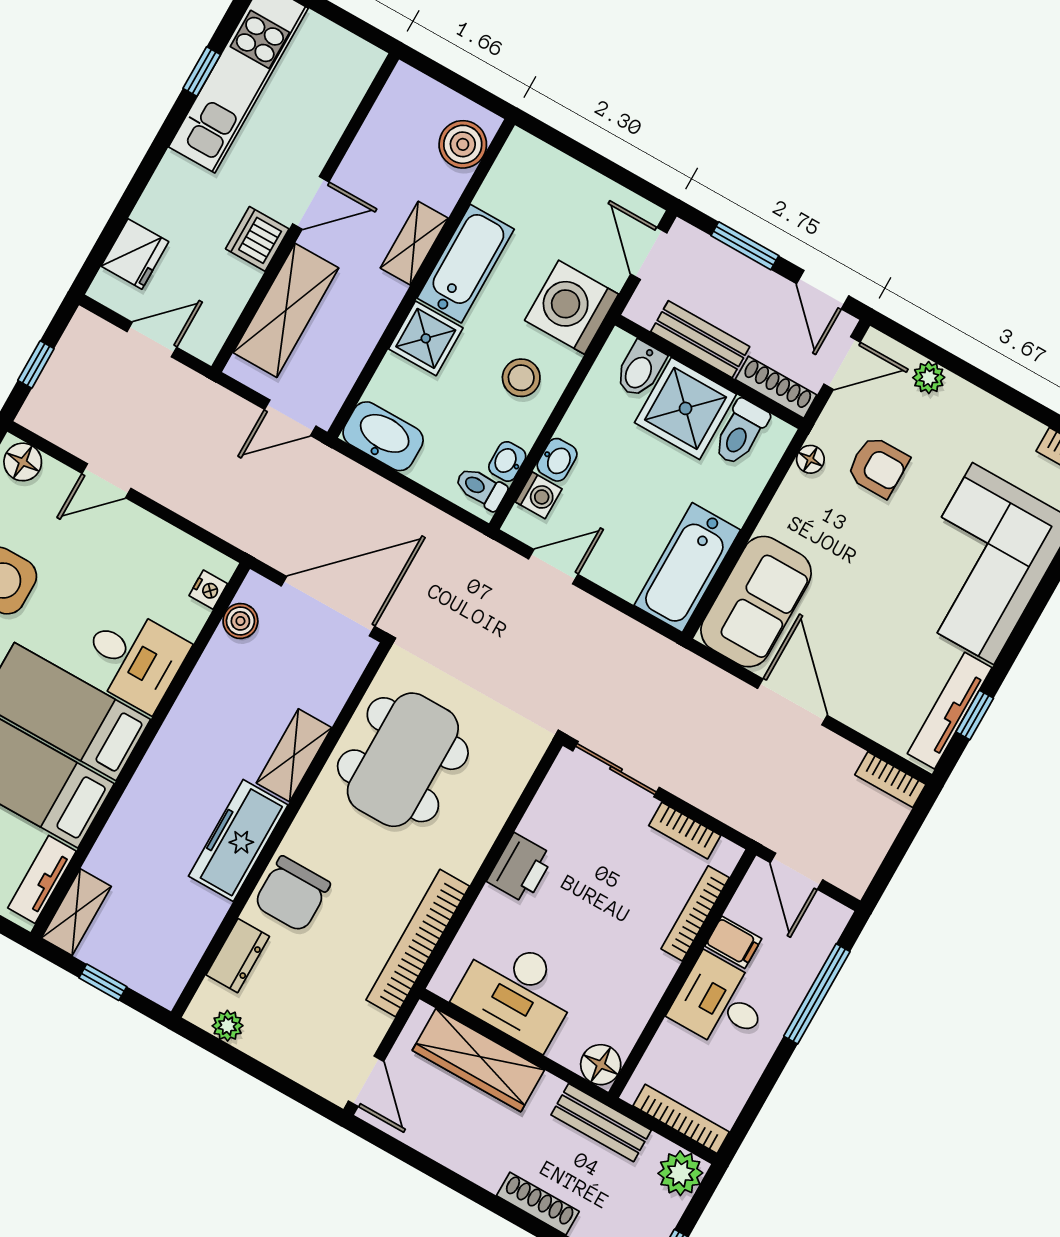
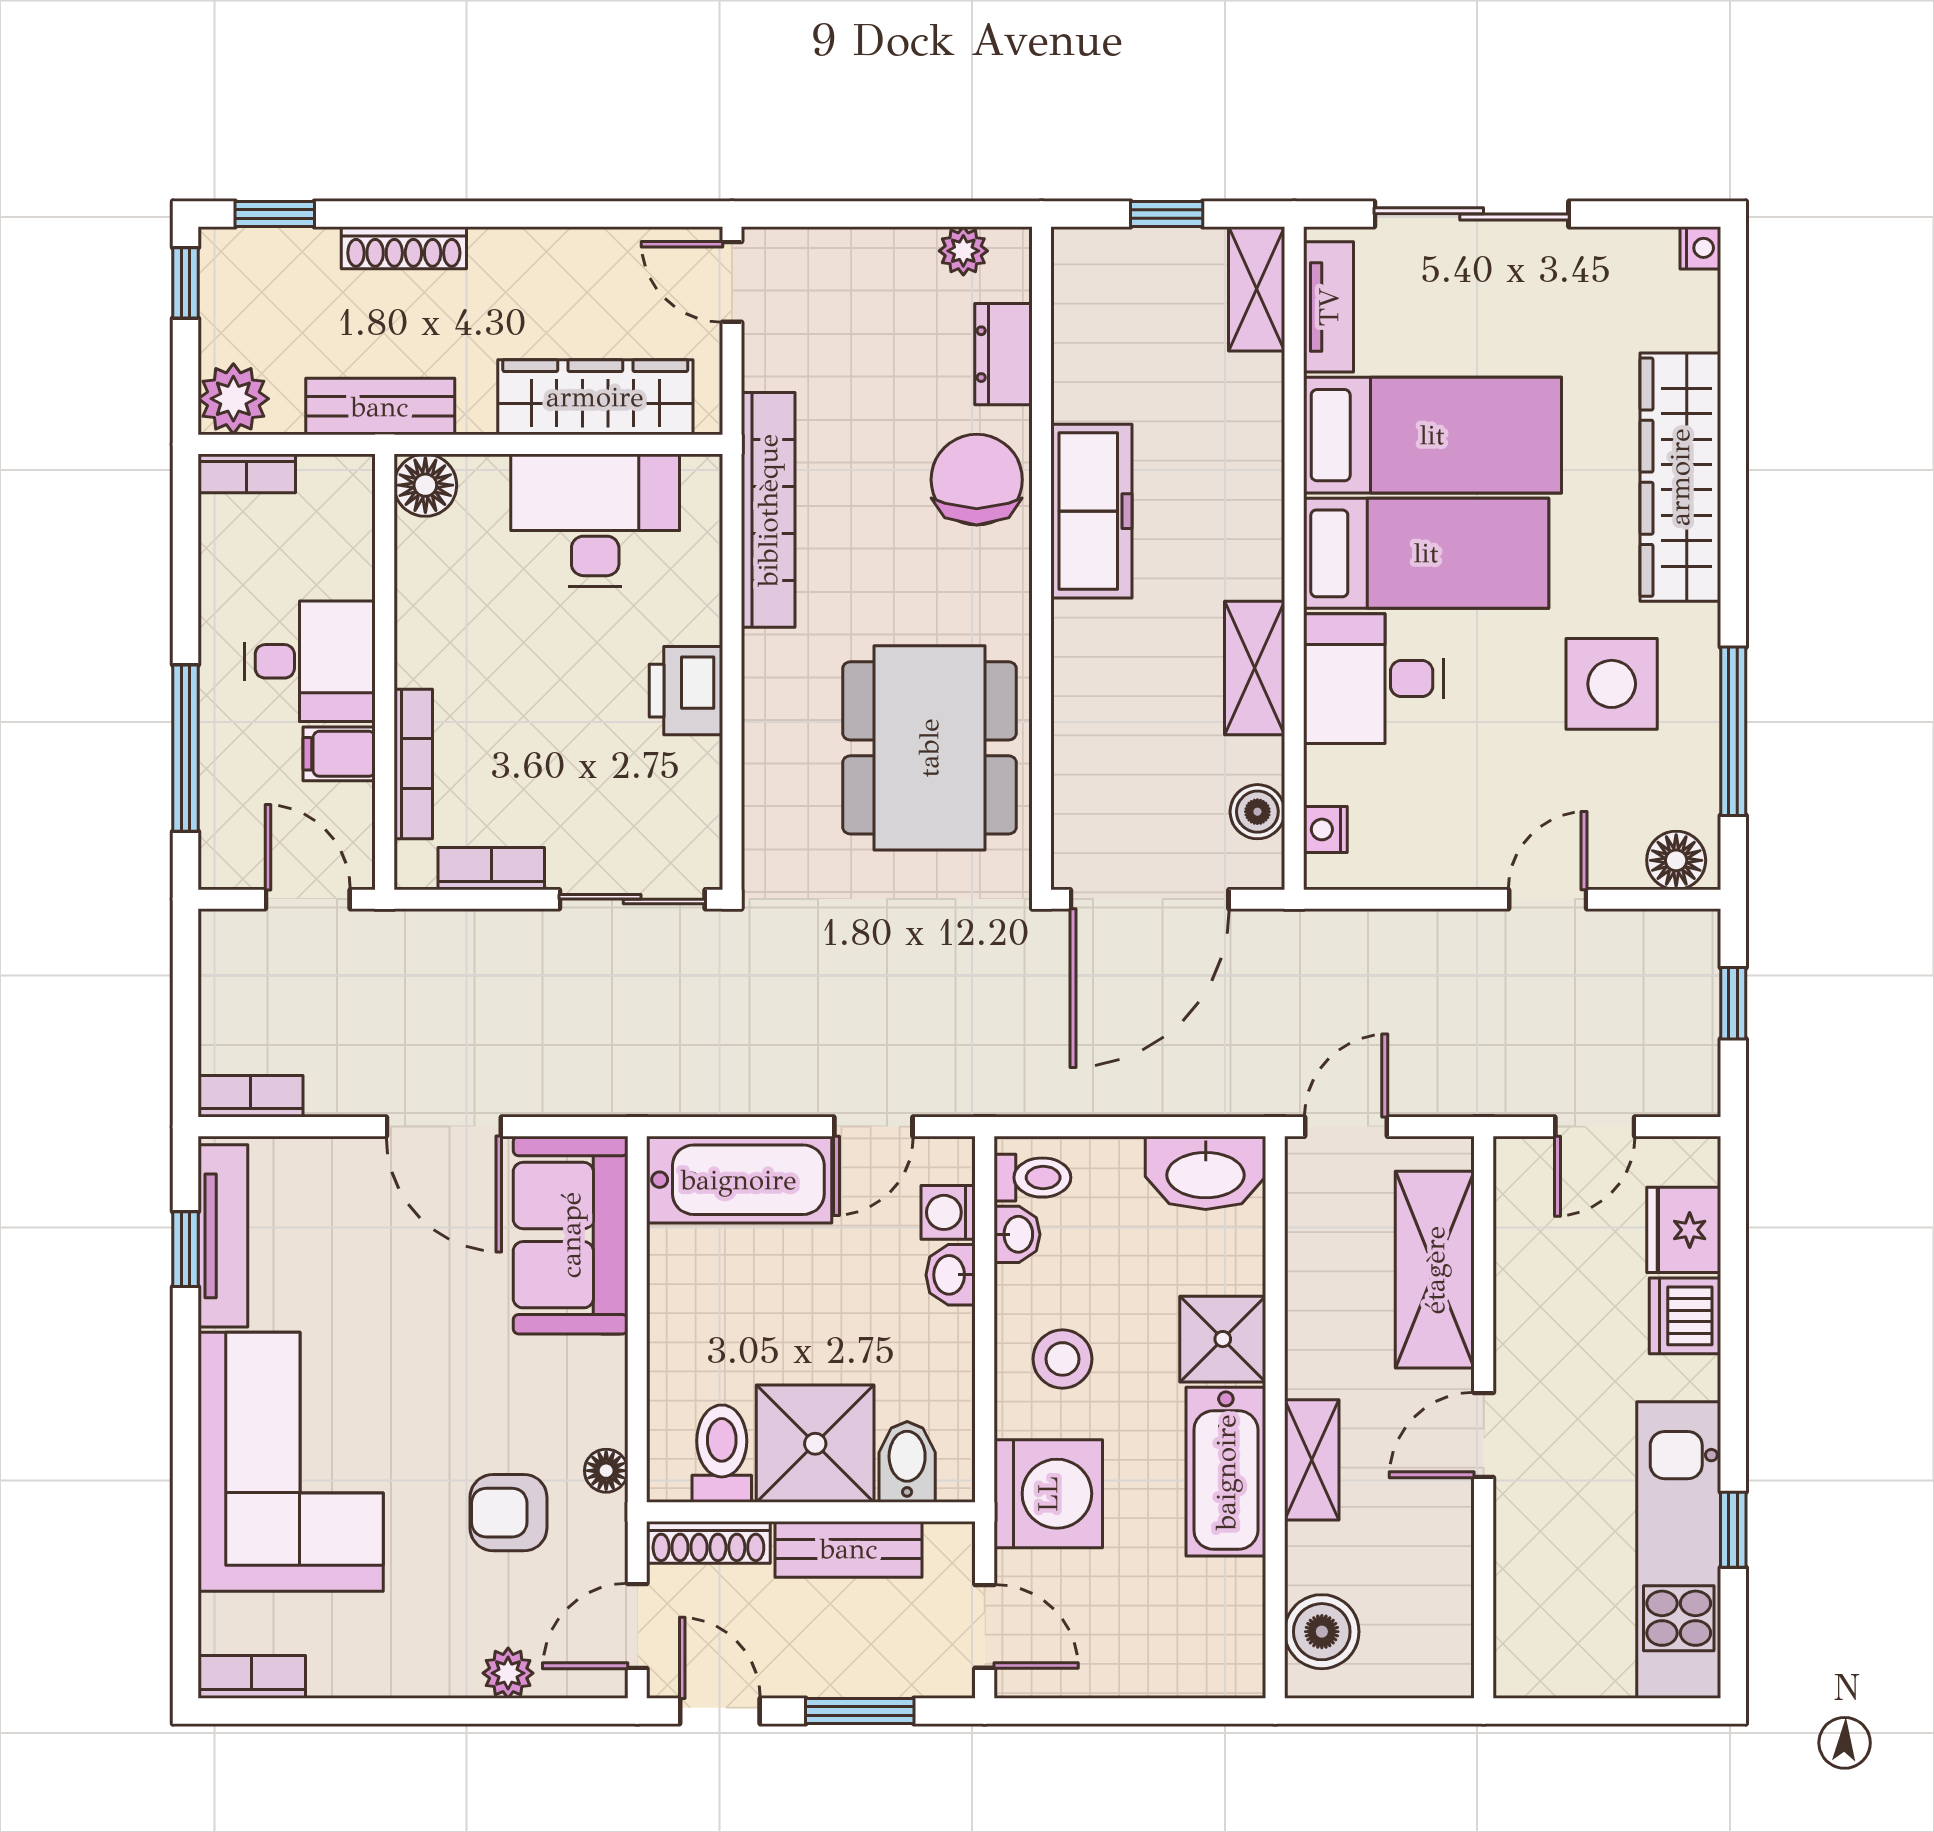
dishwasher: (257, 239) -> (1685, 1316), moved, turned 180
bathtub: (687, 568) -> (739, 1180), moved, turned 90
shelving: (294, 755) -> (1255, 668), moved
bookcase: (681, 1119) -> (247, 473), width x0.64

